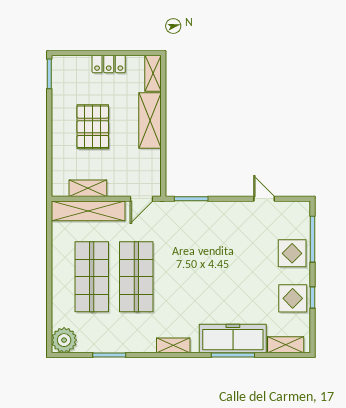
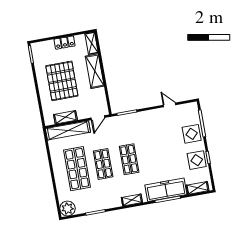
pallet: (93, 127) -> (62, 81), width x1.37, depth x1.41
shop shelf: (136, 277) -> (103, 164), width x0.70, depth x0.74
shop shelf: (181, 277) -> (129, 159), added

